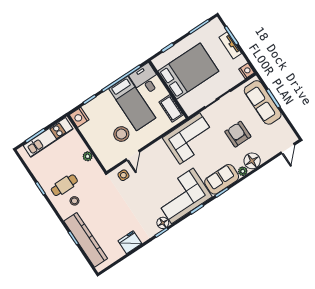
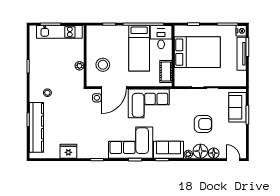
tv unit: (230, 45) -> (242, 54), width x1.41
nightstand: (247, 71) -> (241, 31), moved
sofa: (263, 102) -> (237, 107), width x0.73
nightstand: (79, 117) -> (93, 32), removed
stool: (121, 134) -> (103, 65), moved
armchair: (238, 134) -> (203, 124), turned 90
corner sofa: (190, 139) -> (149, 103), moved
door: (288, 149) -> (233, 160), swing flipped
door: (133, 155) -> (114, 88), width x1.88
cafe table: (64, 185) -> (48, 76), removed
floor lamp: (163, 223) -> (214, 153), moved

